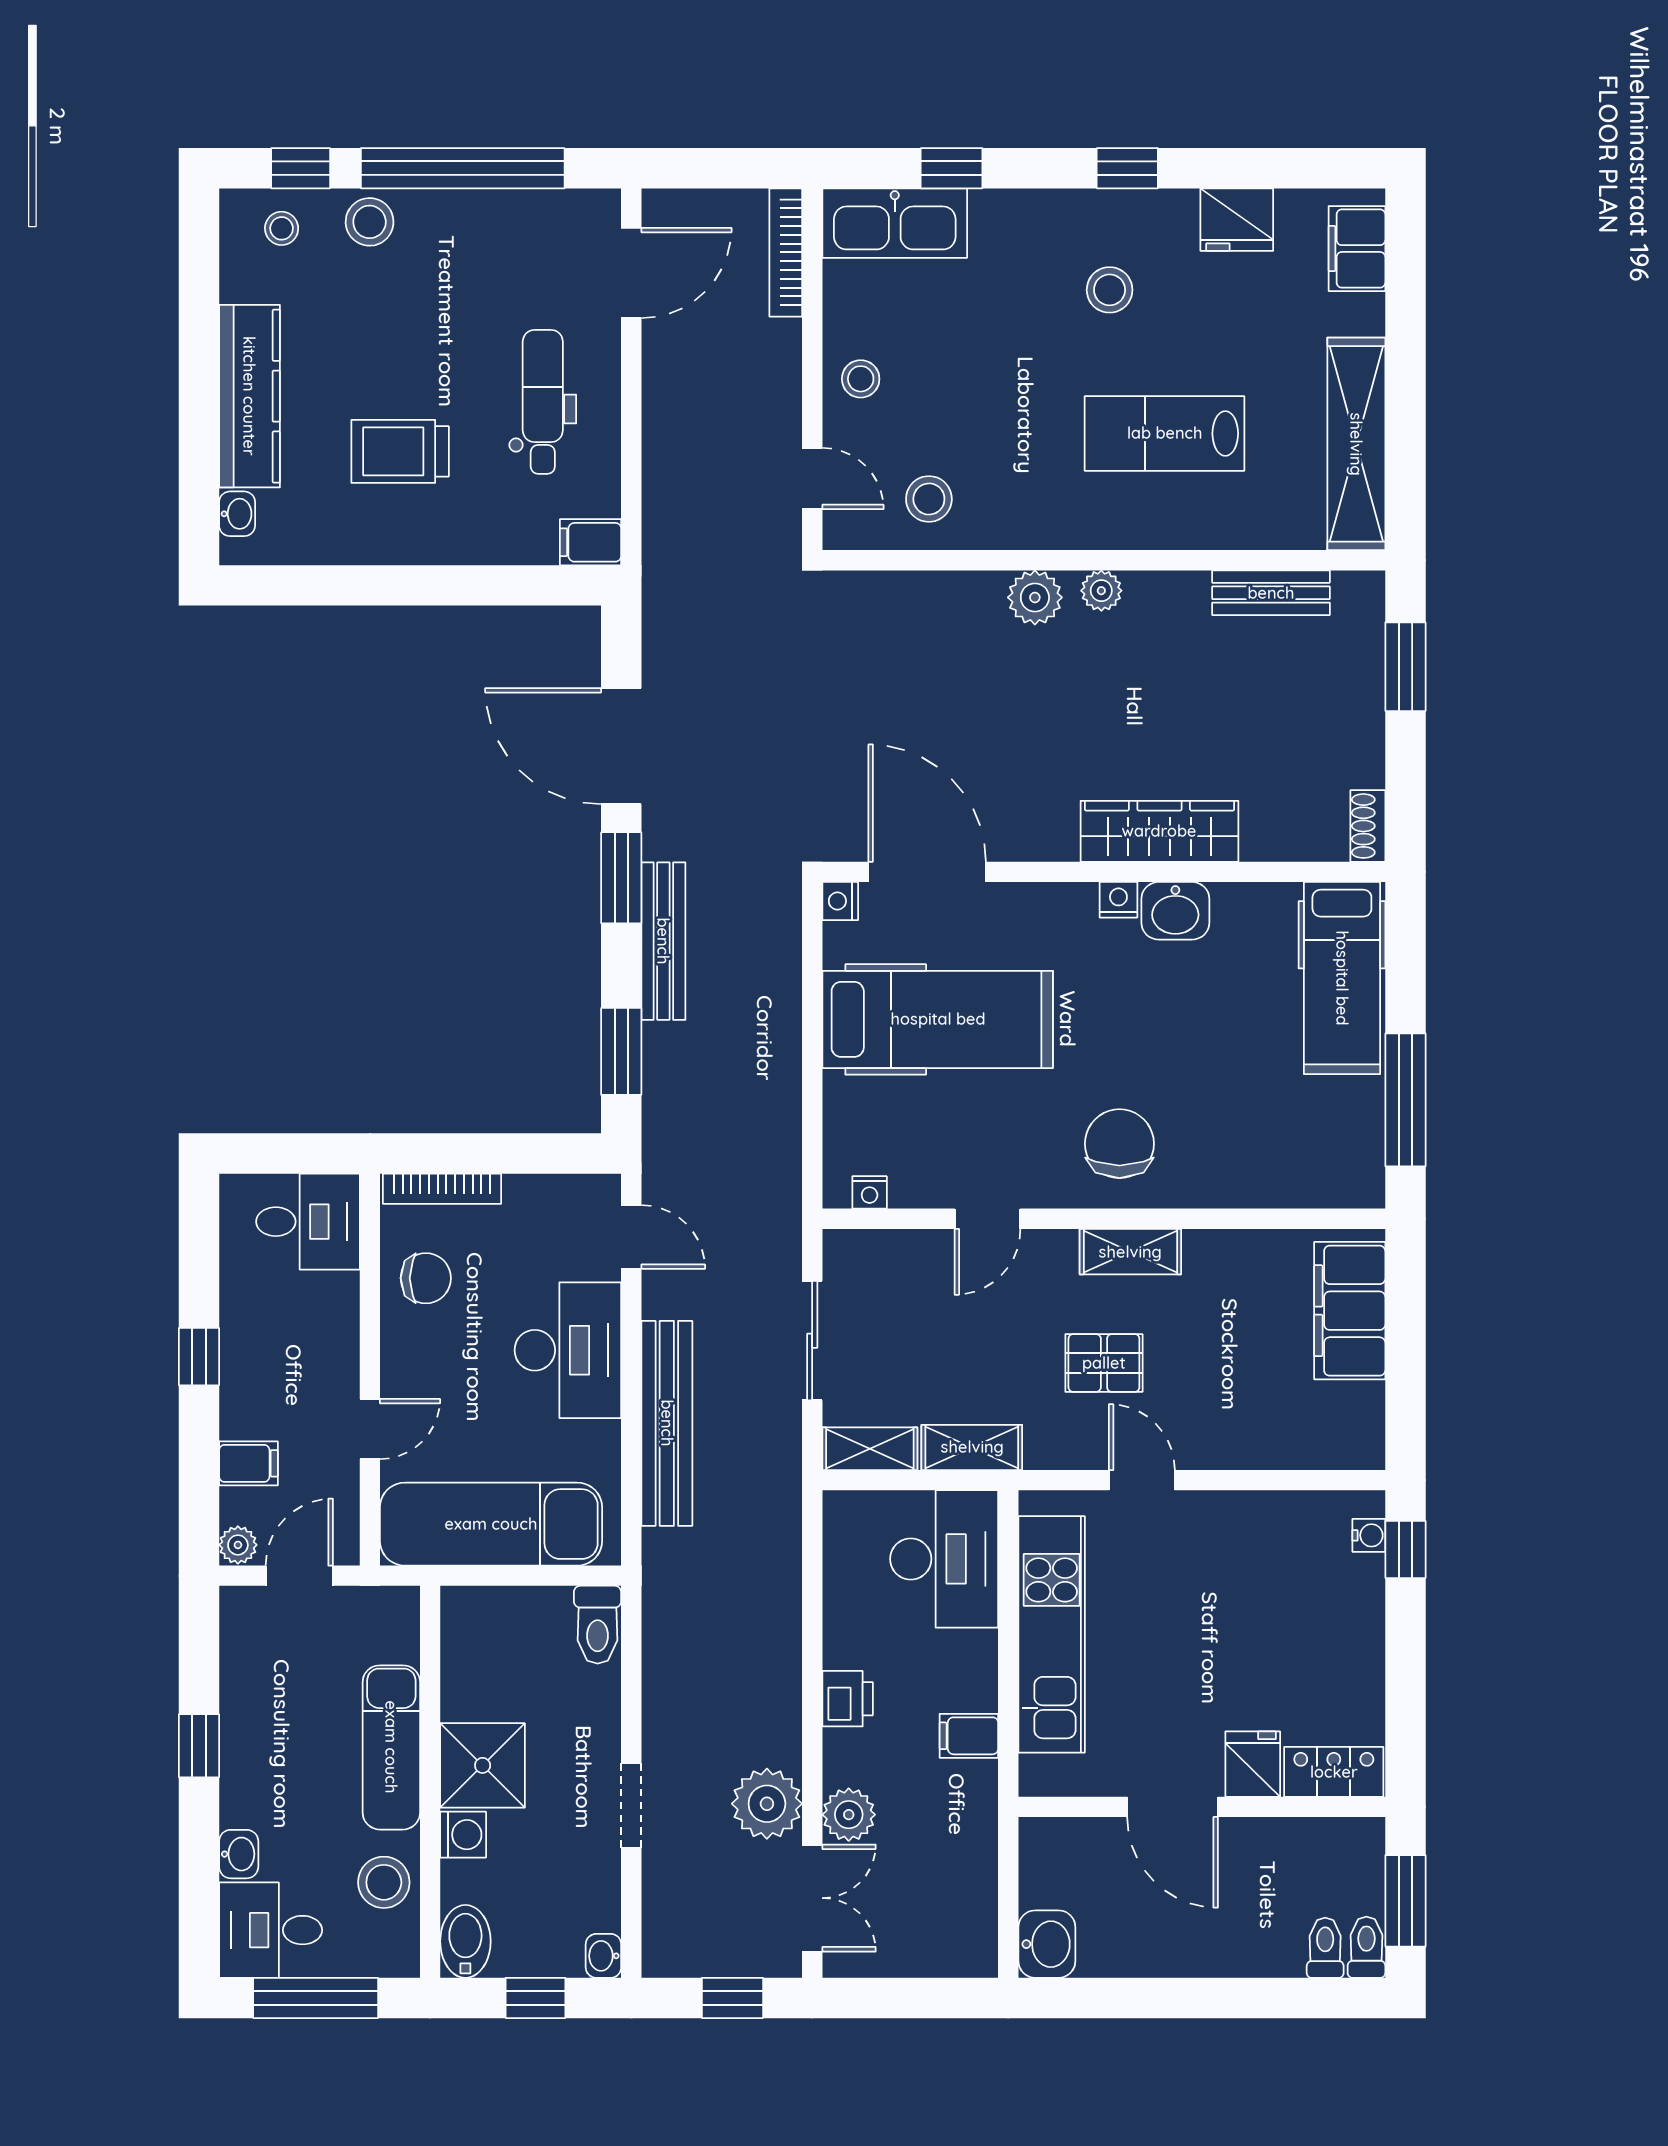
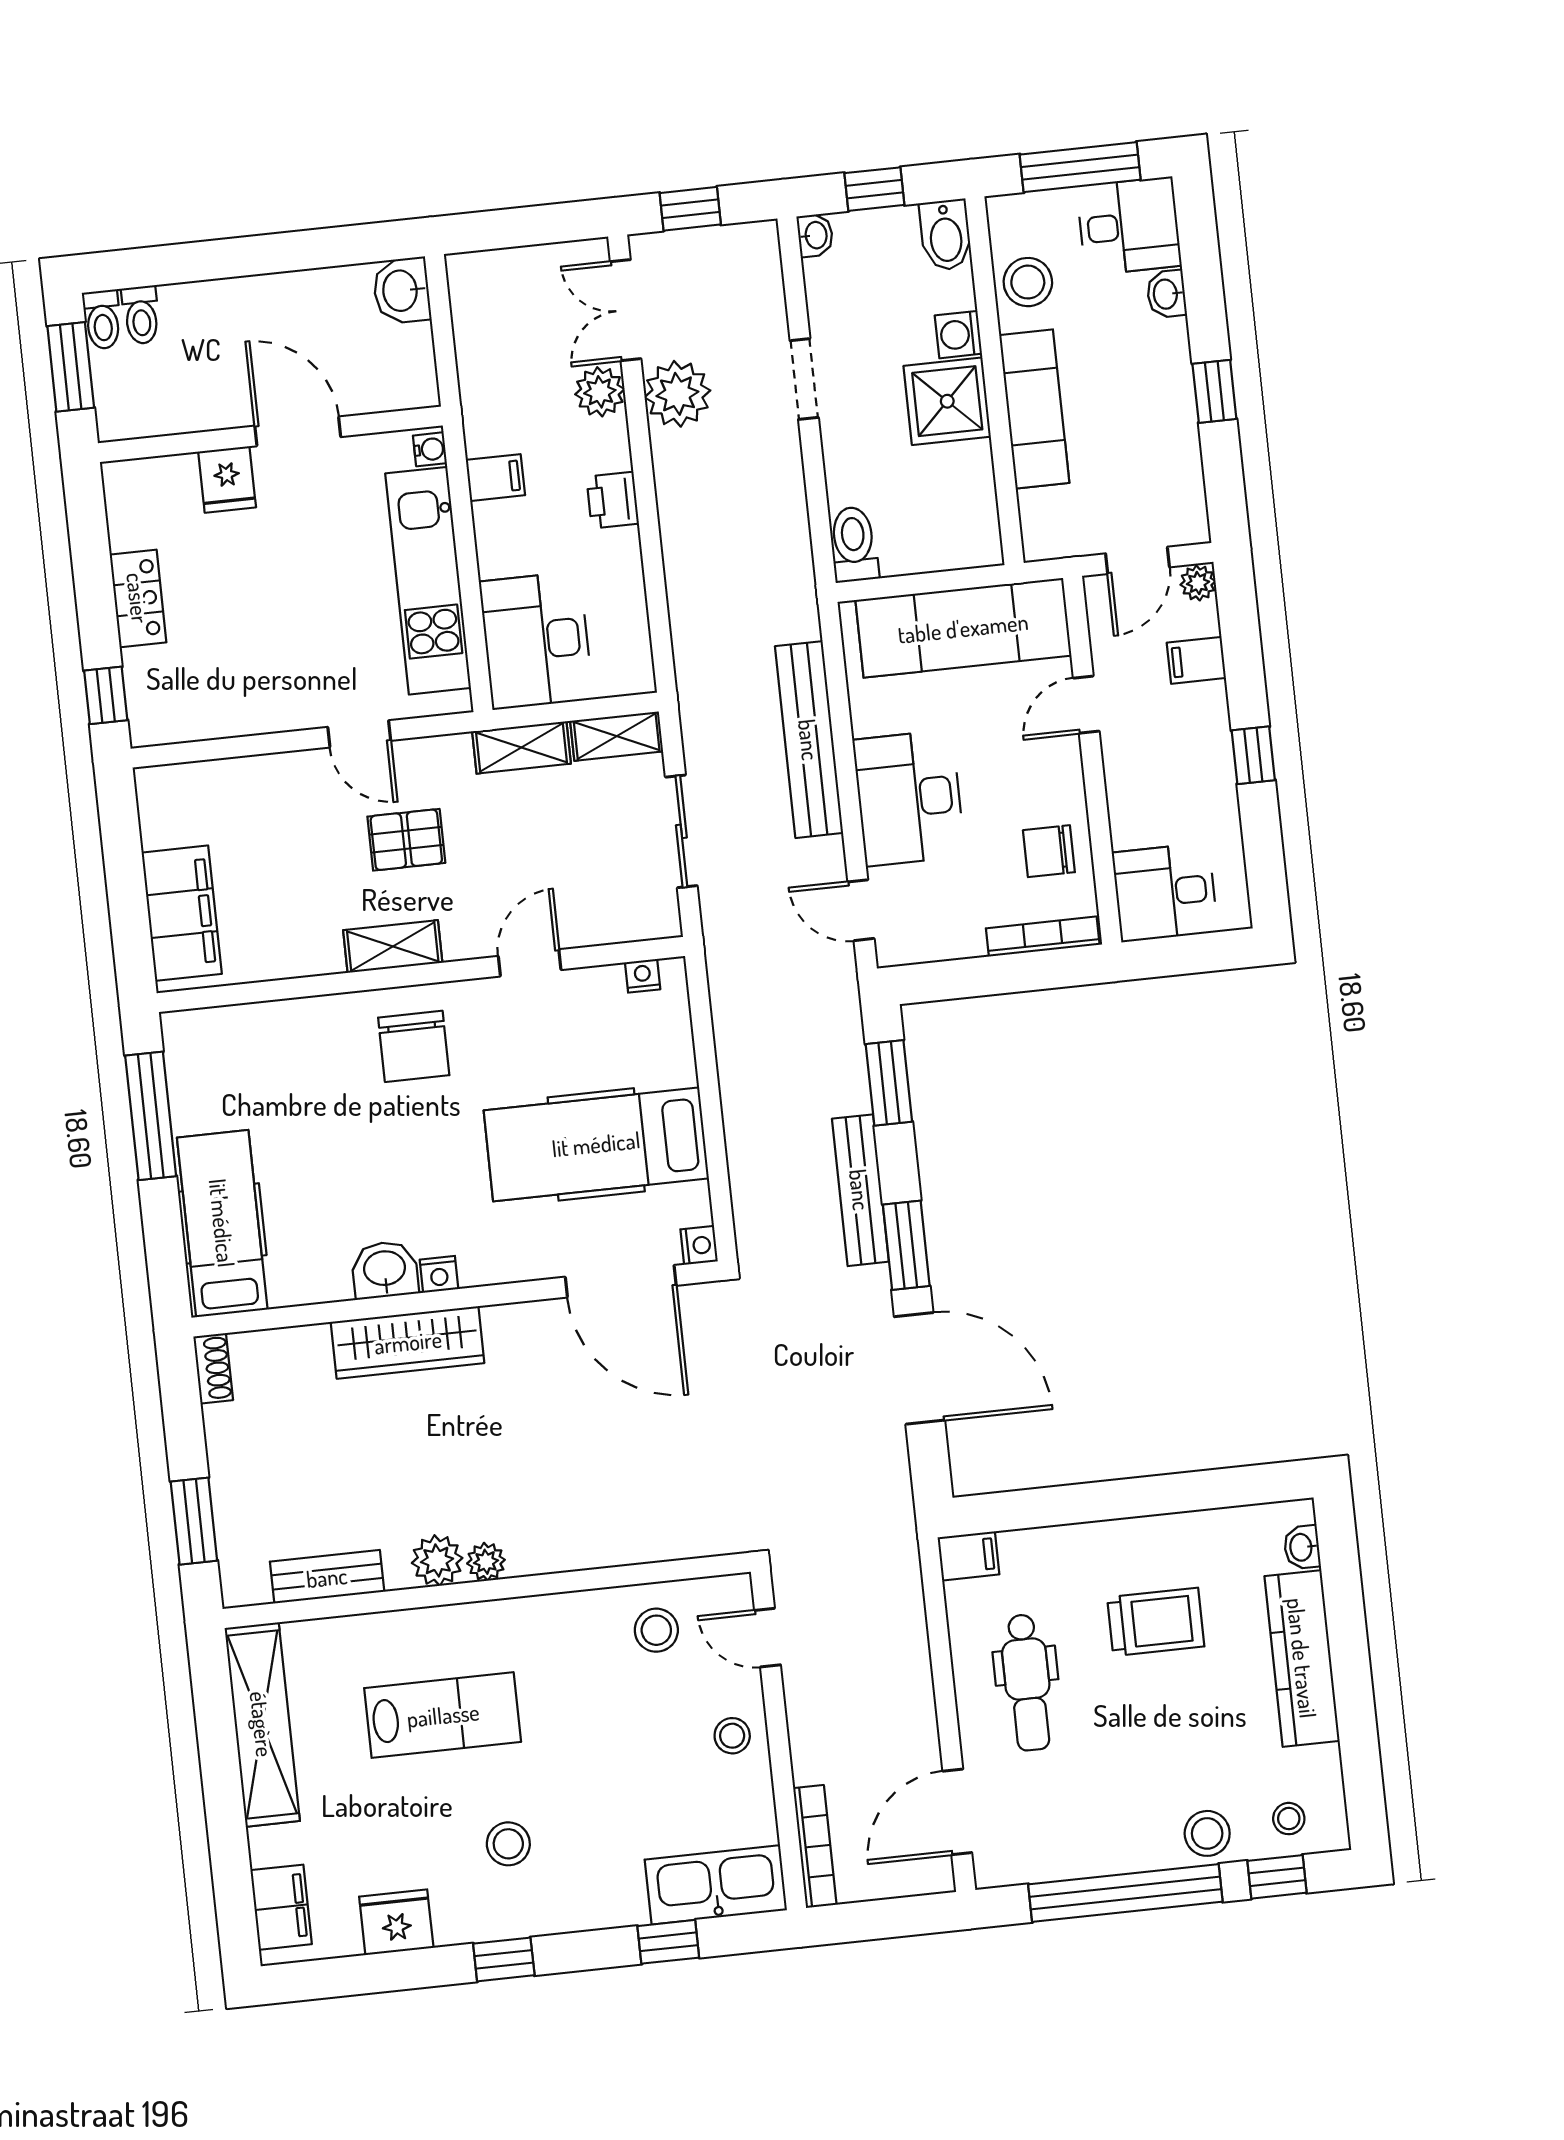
plant: (1035, 597) -> (437, 1560), moved
water cooler: (1369, 1535) -> (430, 449), moved, turned 180
locker: (1334, 1772) -> (138, 598), moved, turned -90

